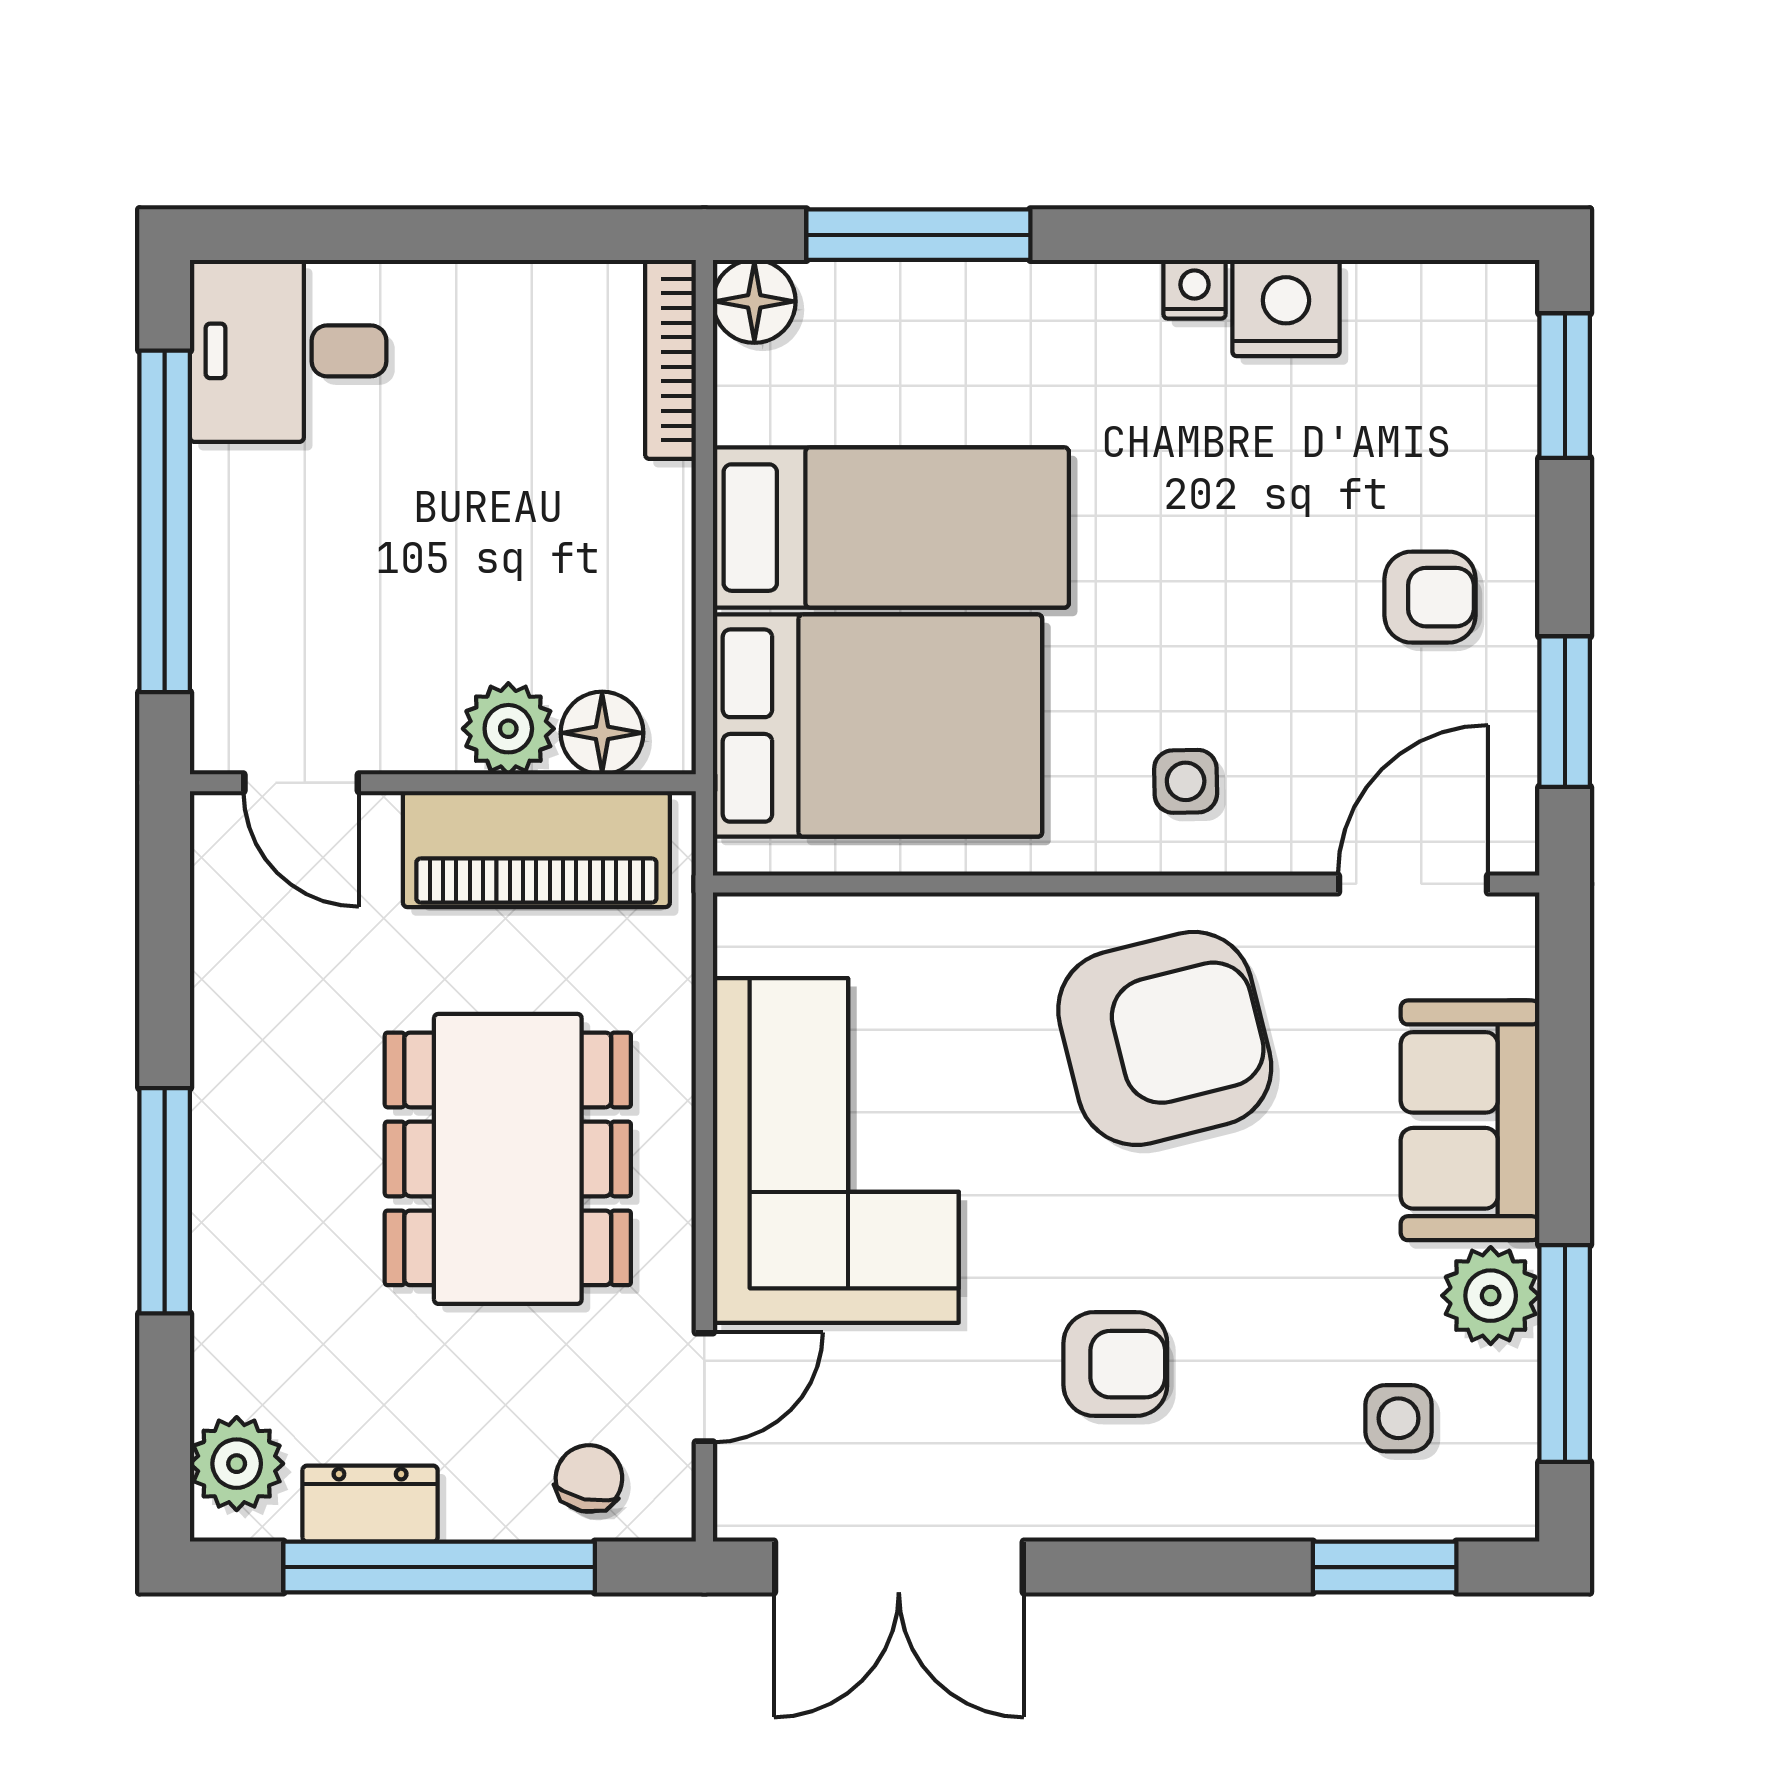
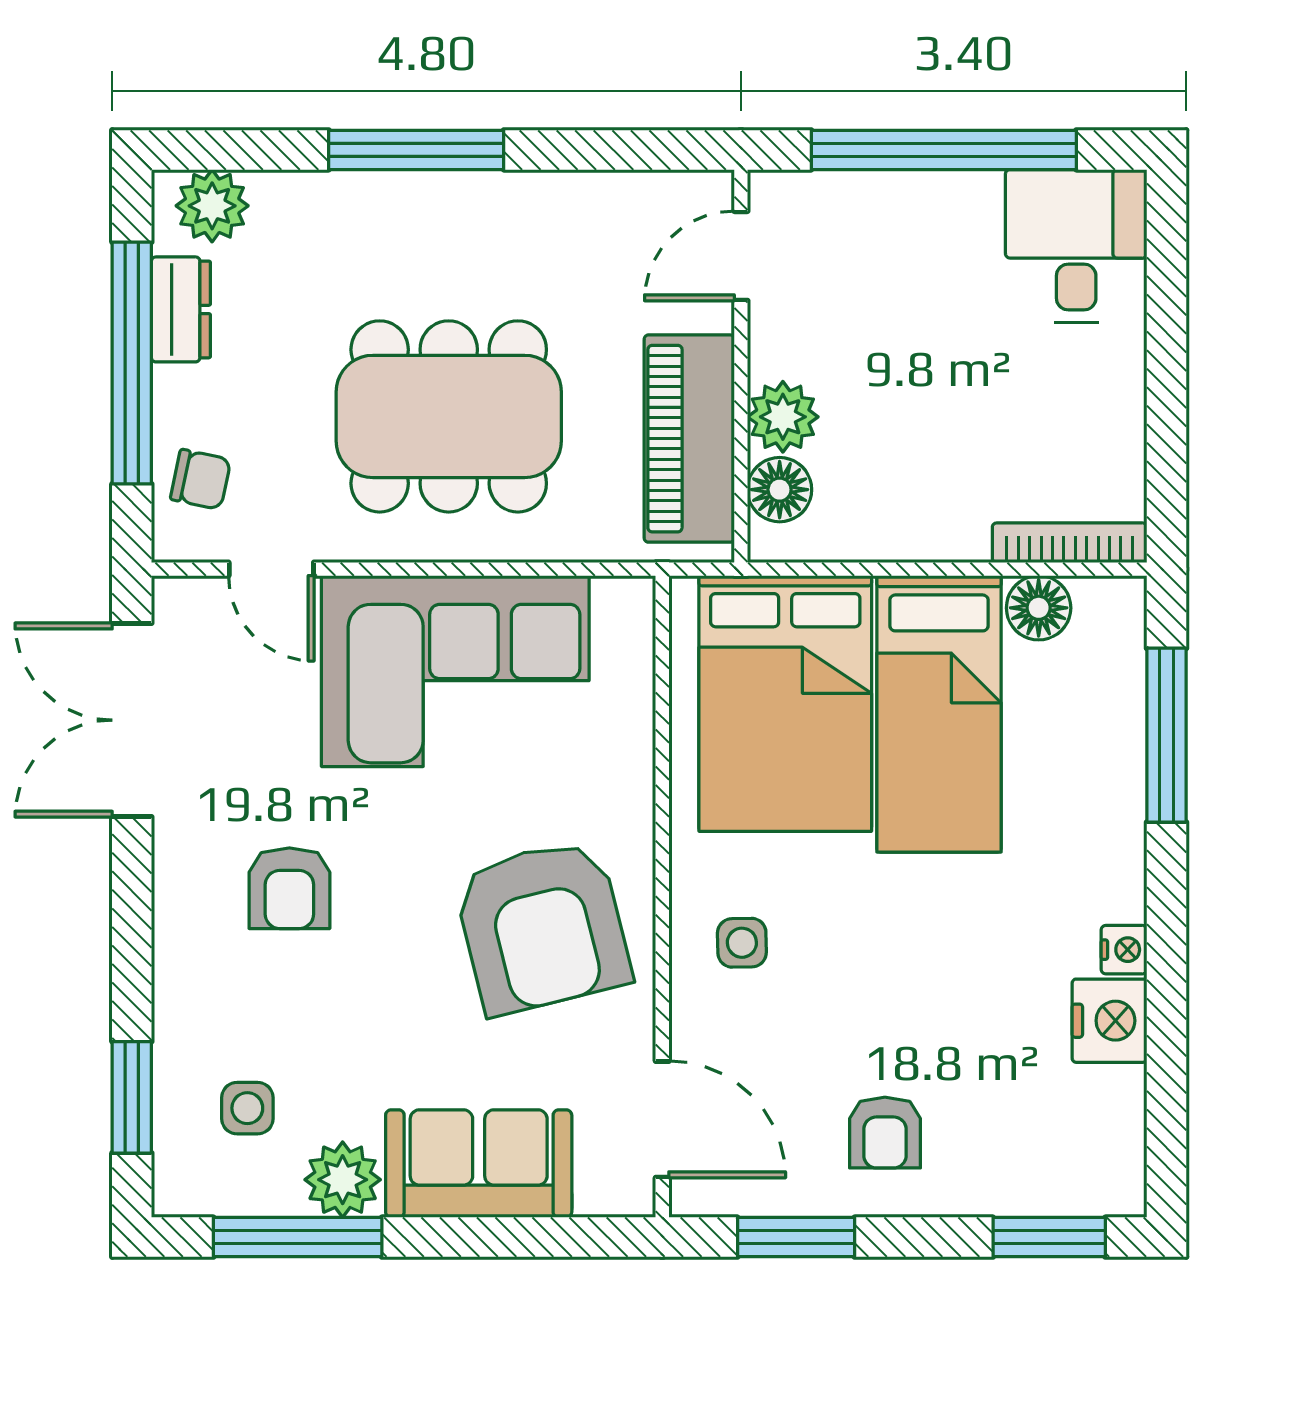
floor lamp: (754, 301) -> (1039, 608), moved

